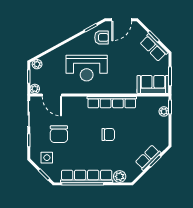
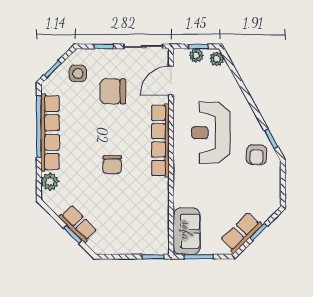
door: (122, 20) -> (283, 185), removed
plant: (35, 89) -> (196, 55), moved
row of seats: (112, 102) -> (160, 140), moved
plant: (164, 111) -> (146, 247), removed

